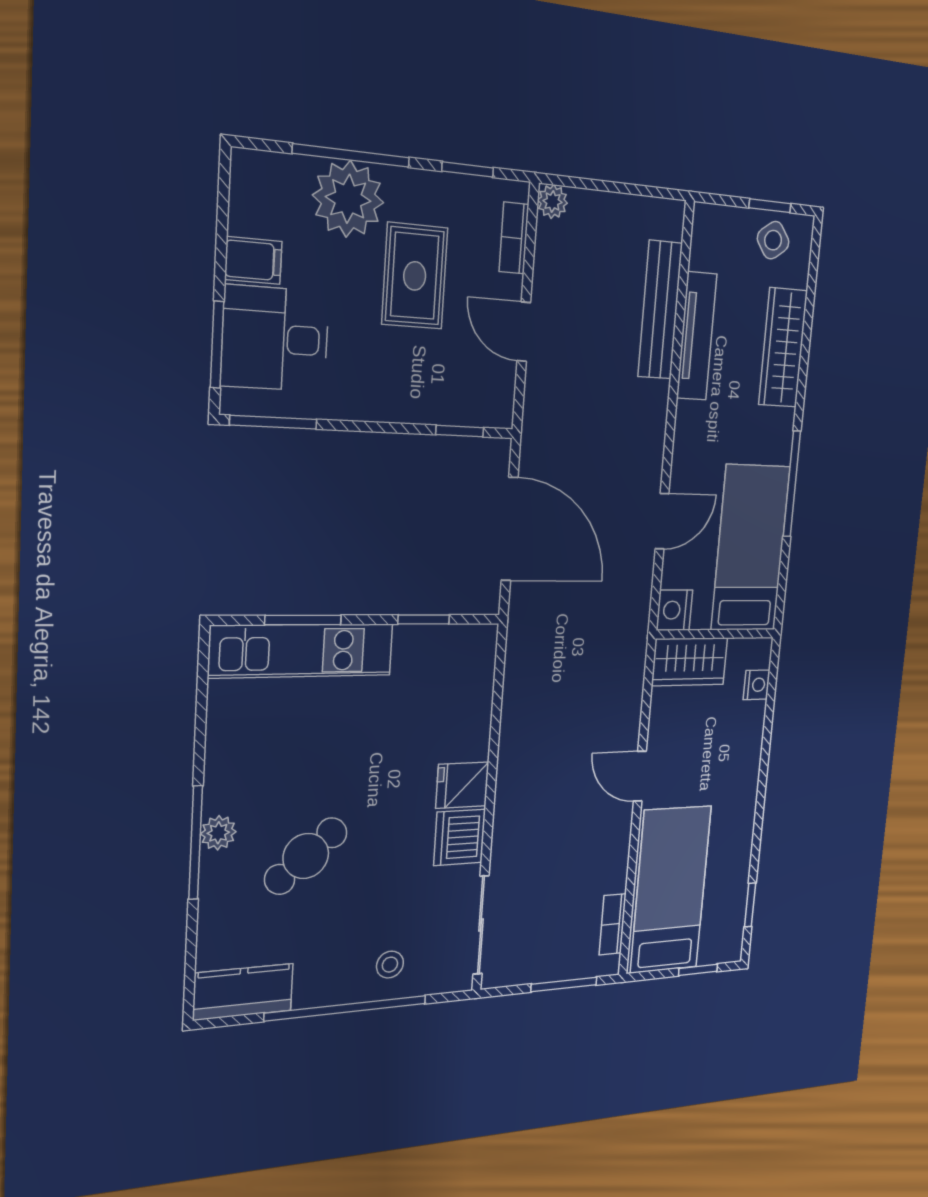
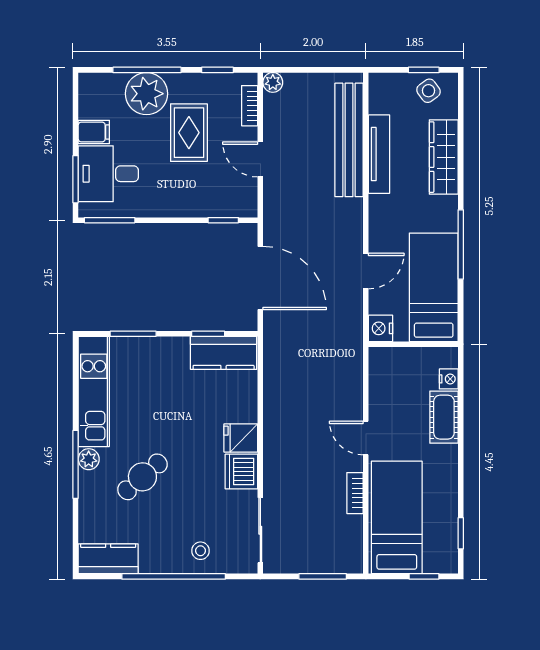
bench: (660, 310) -> (349, 140), width x1.37, depth x1.21
kitchen counter: (445, 650) -> (224, 353), added
kitchen unit: (302, 651) -> (94, 392), moved, turned -90
wardrobe: (690, 662) -> (395, 362), removed
cot: (745, 741) -> (444, 417), added
bookcase: (613, 924) -> (355, 493), moved

